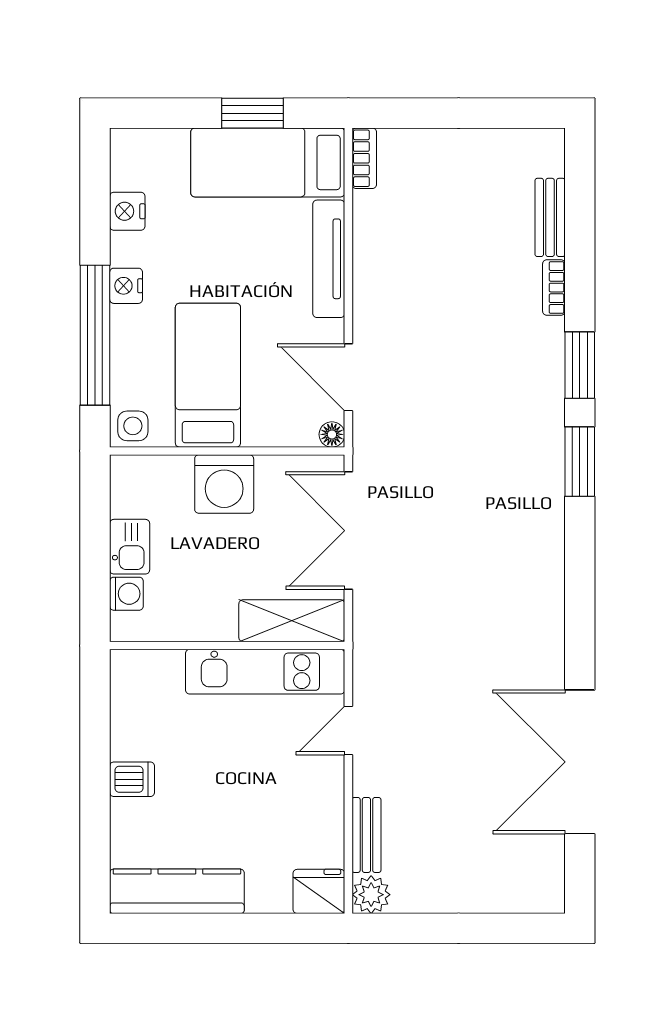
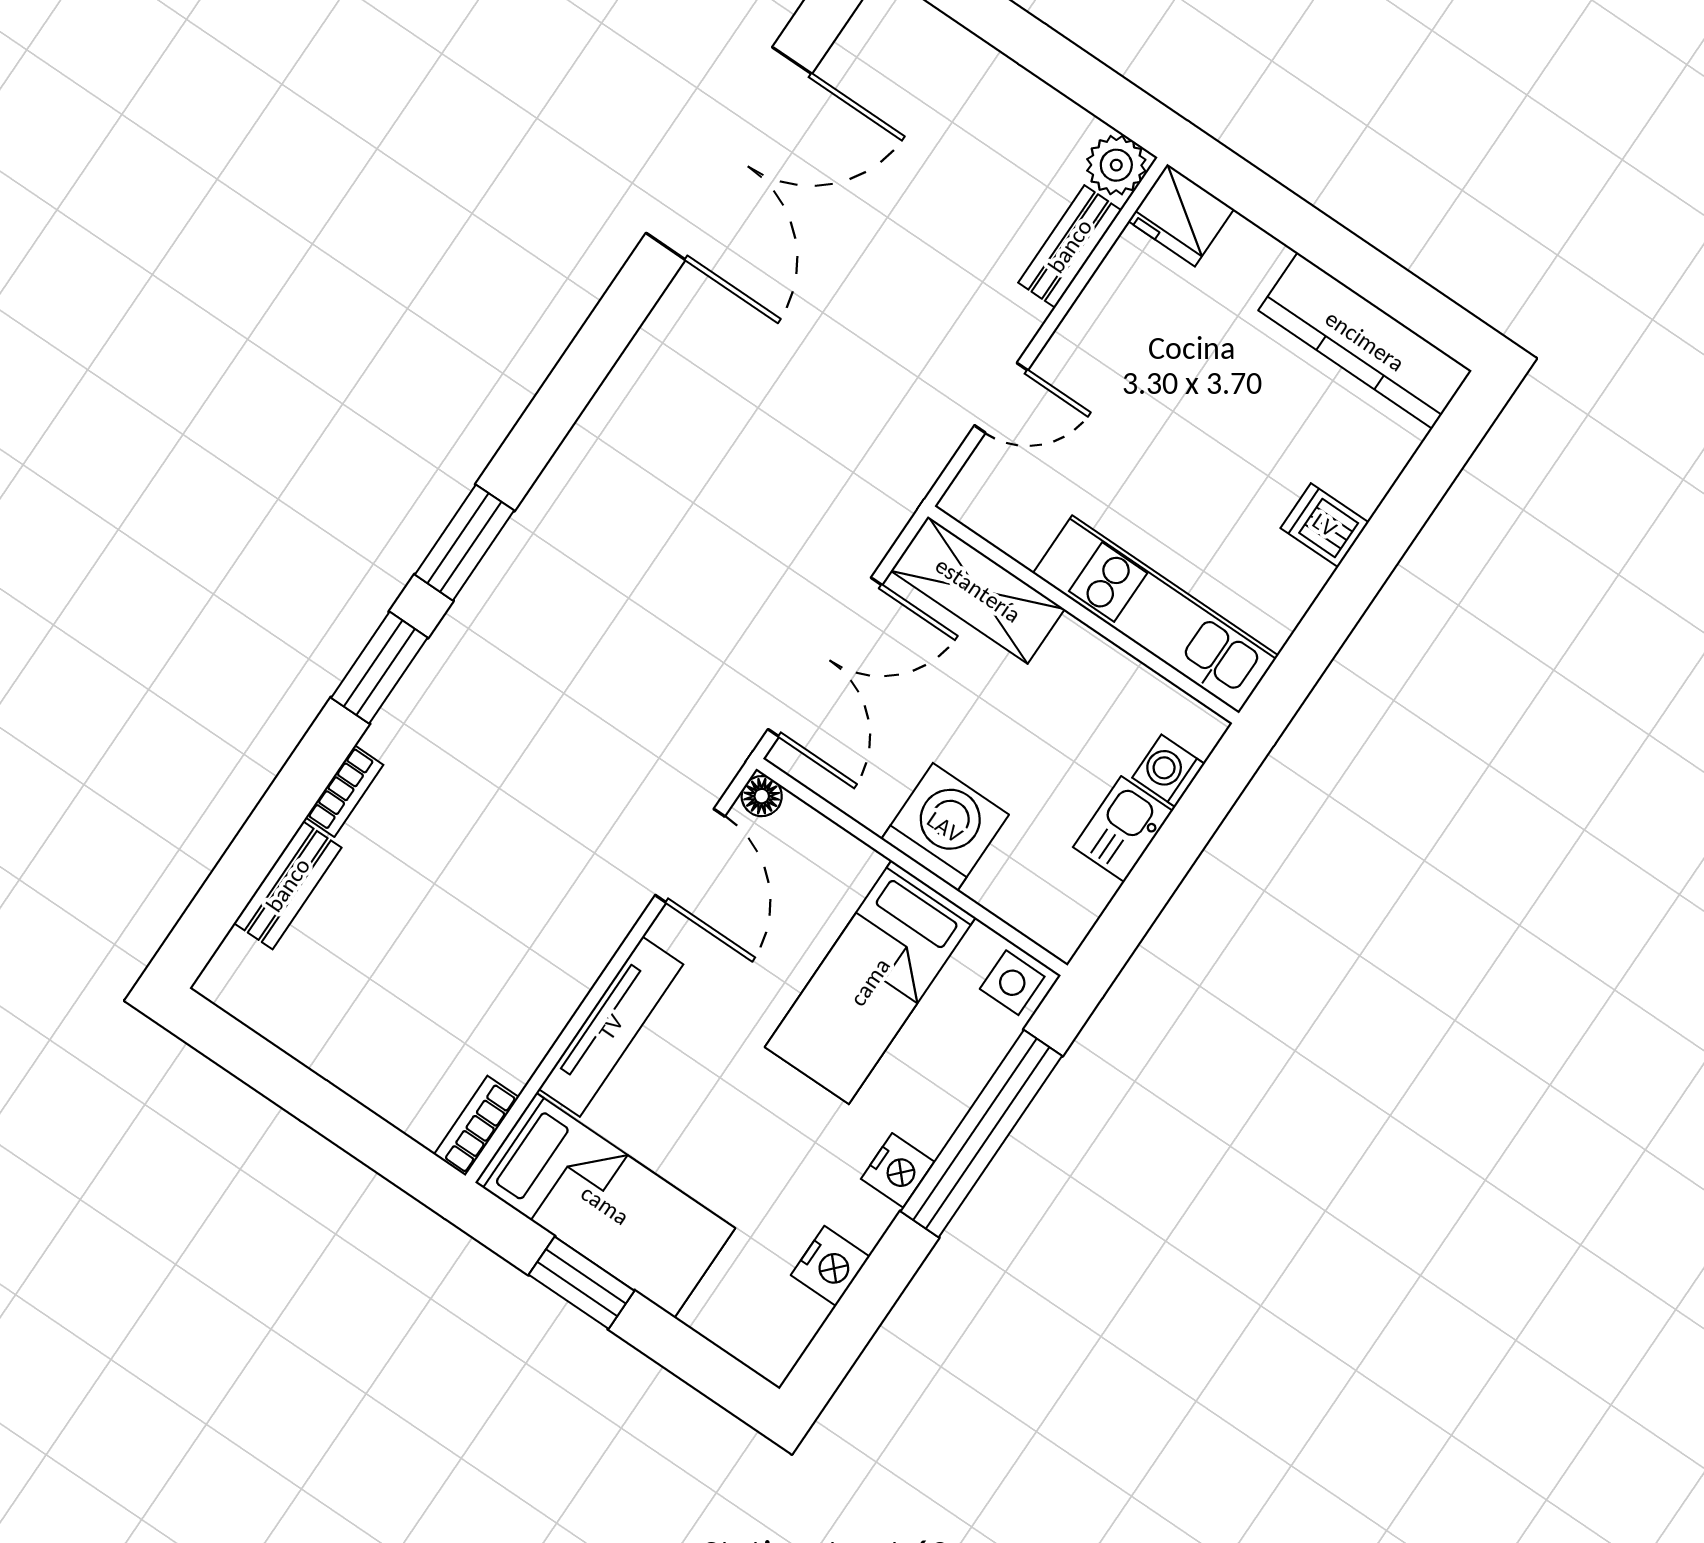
kitchen unit: (265, 672) -> (1156, 614), moved

